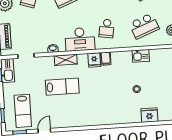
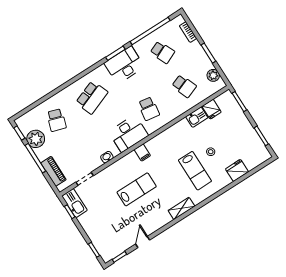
school desk: (144, 26) -> (184, 86), width x0.54
filing cabinet: (106, 59) -> (142, 153), moved
shelving: (66, 60) -> (181, 208), moved
fridge: (94, 60) -> (212, 109), moved
lab bench: (23, 111) -> (195, 171), moved

